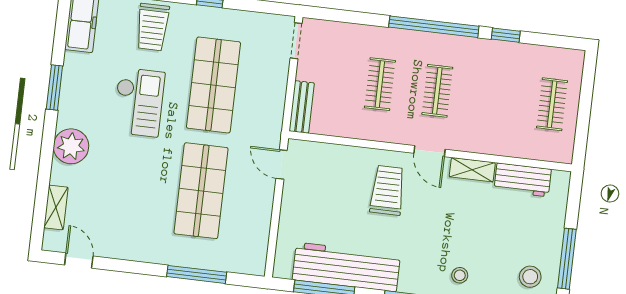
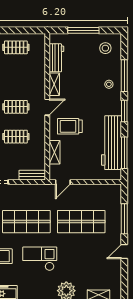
shelving: (341, 155) -> (54, 152), added
window: (567, 259) -> (83, 30), moved
door: (79, 261) -> (124, 251), moved

